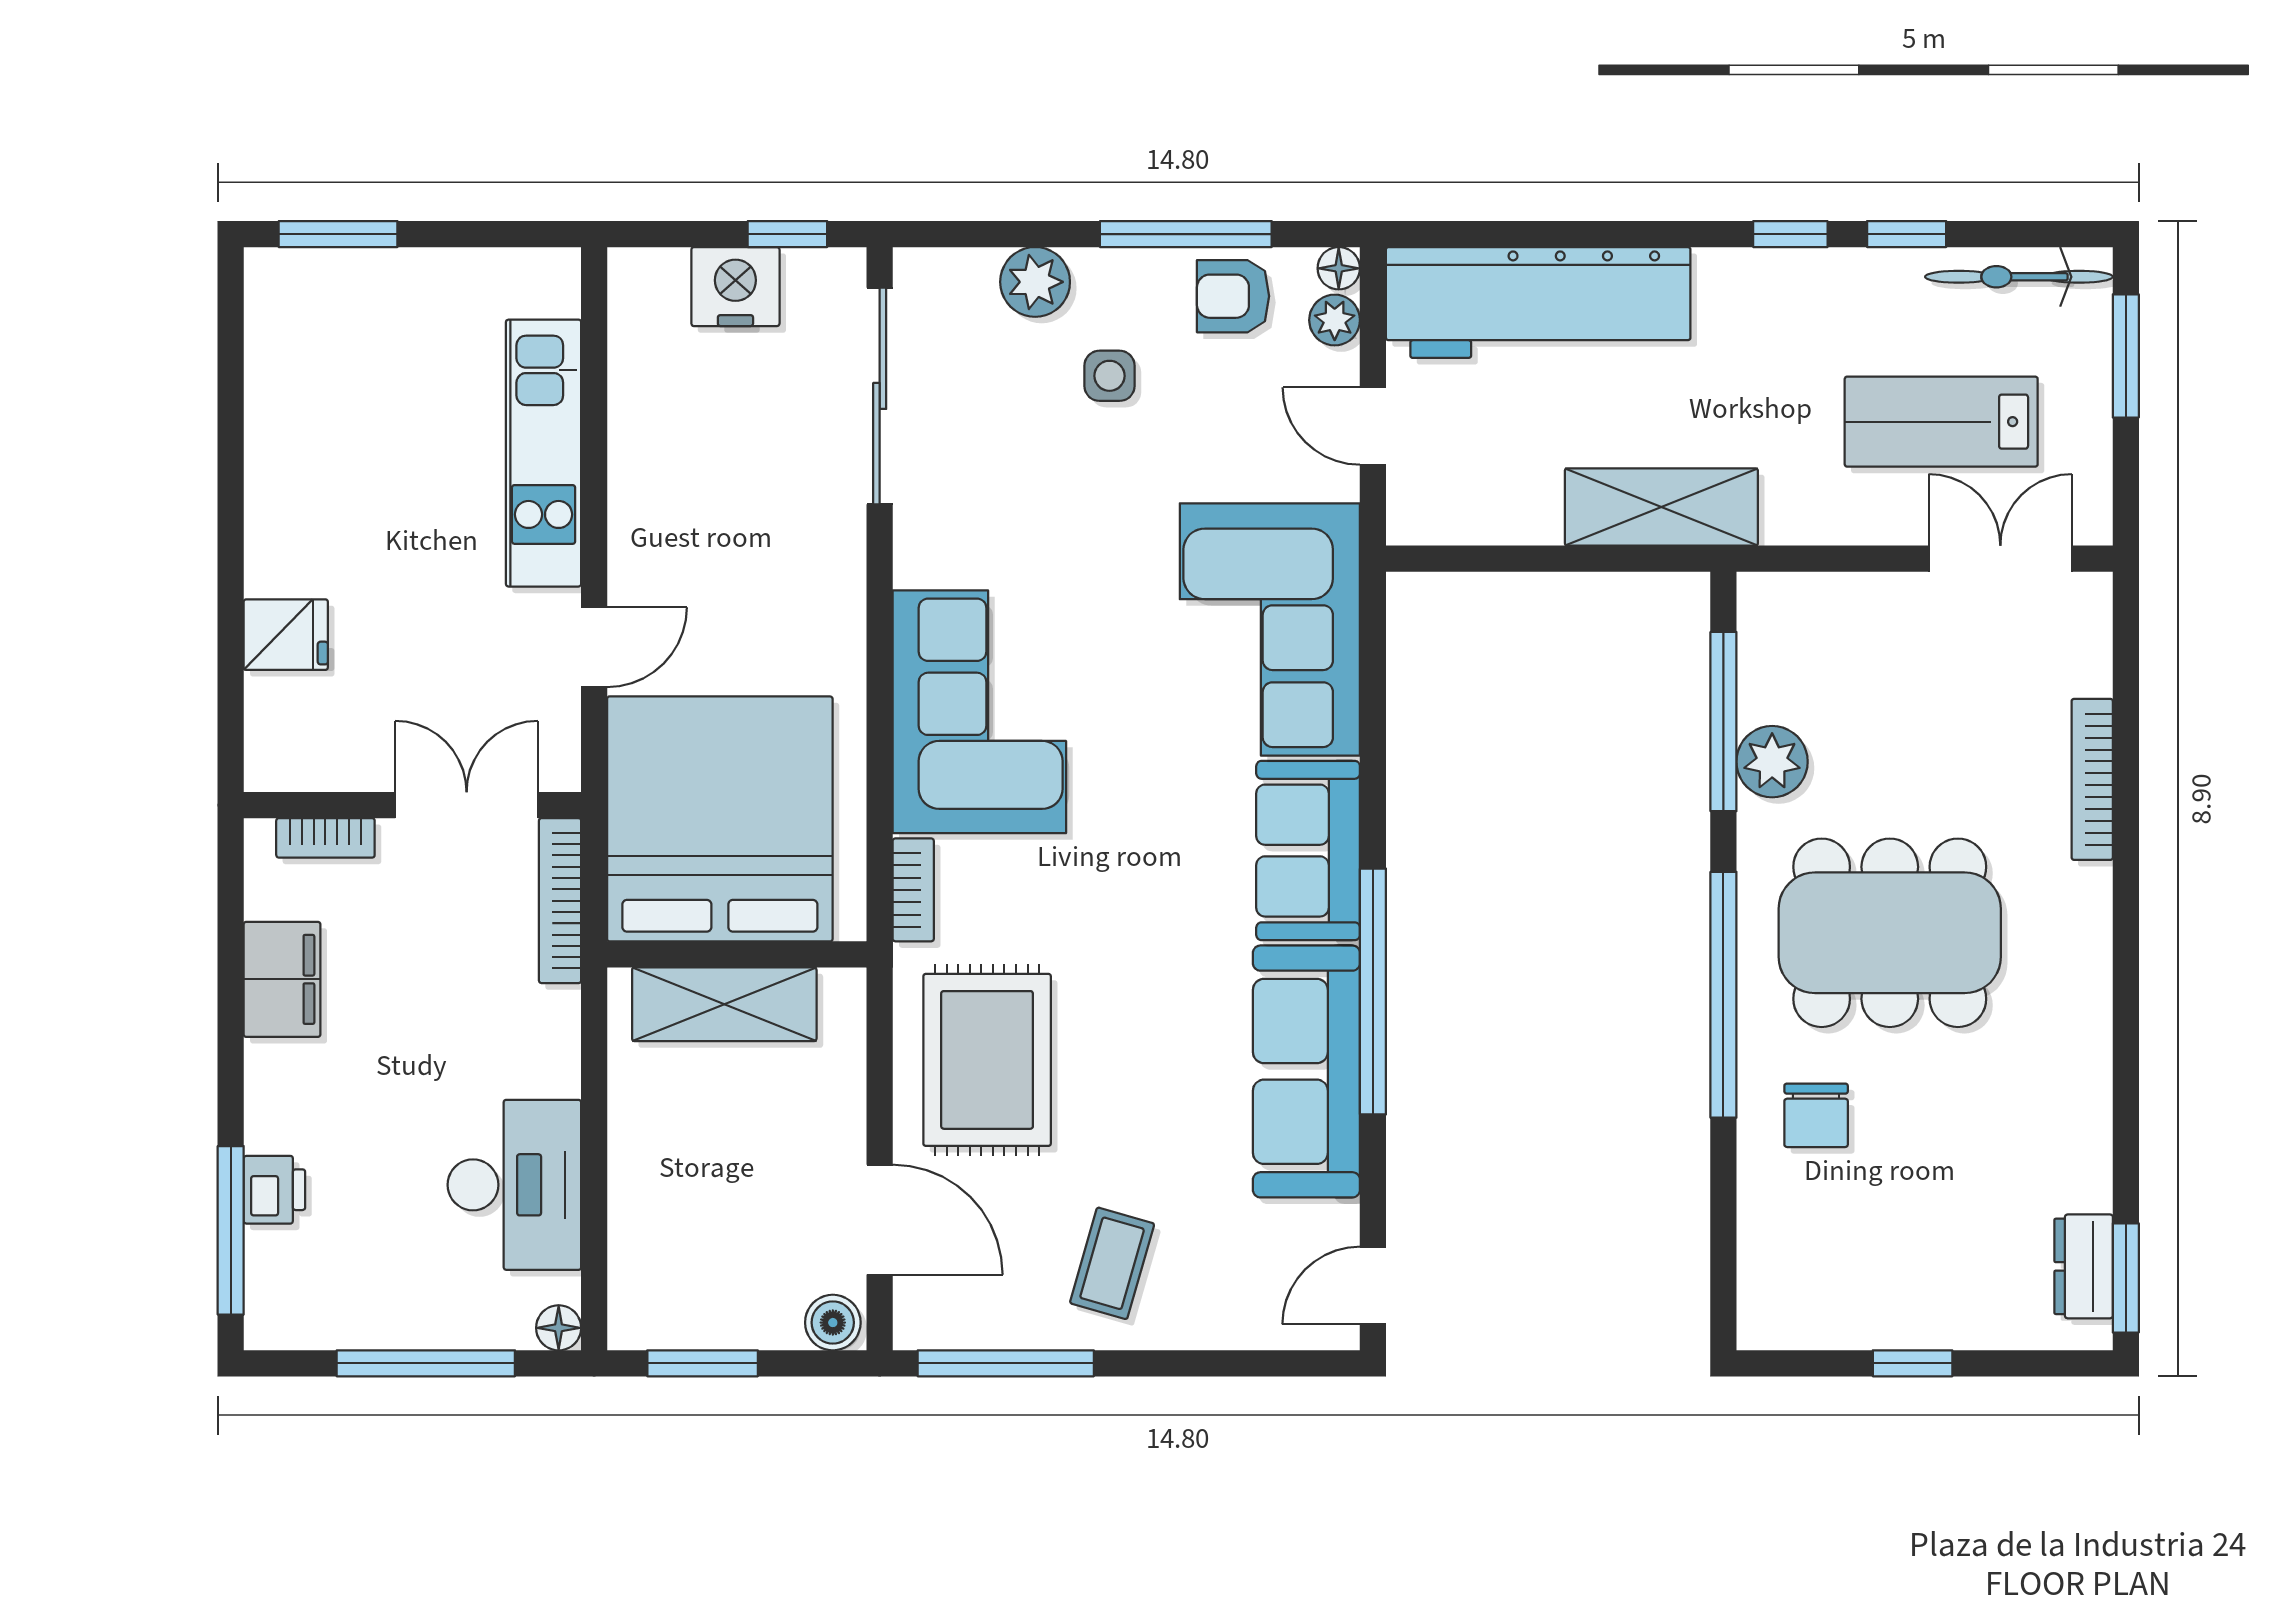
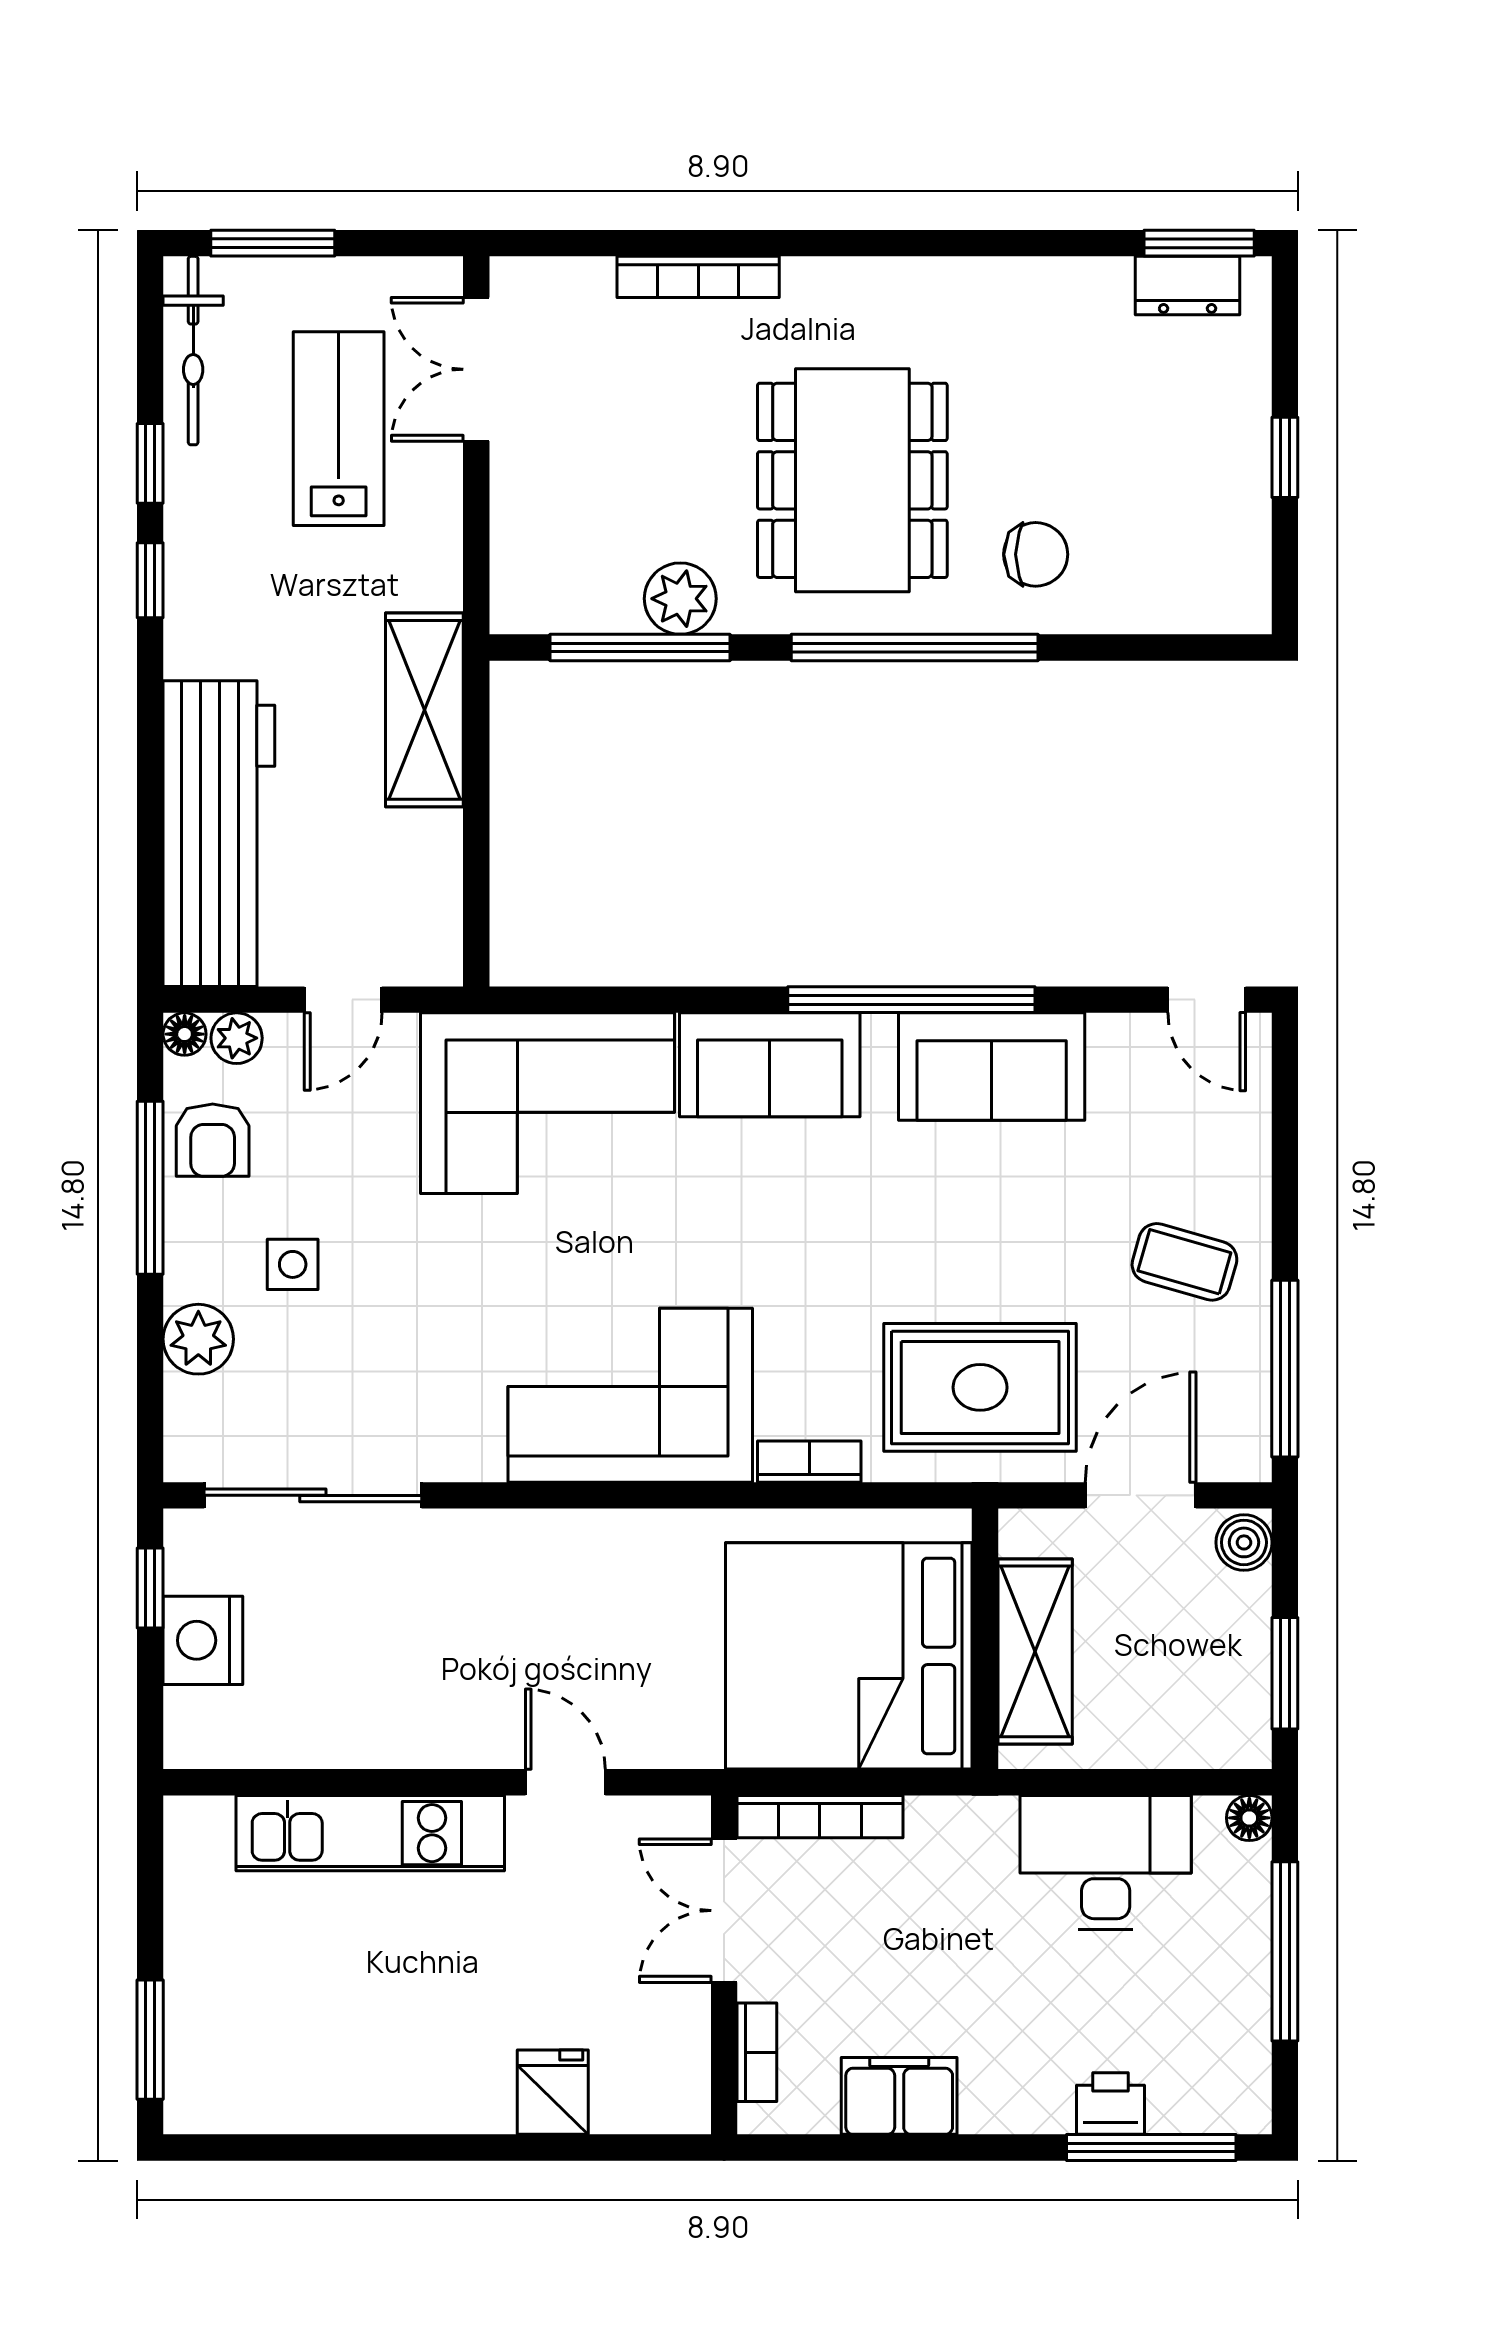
lab bench: (1941, 422) -> (339, 429), turned 180
bed: (720, 819) -> (849, 1656), moved
wall: (737, 954) -> (985, 1639), moved
shelving: (724, 1004) -> (1035, 1651), moved
sofa: (1306, 1071) -> (992, 1067), width x0.73

